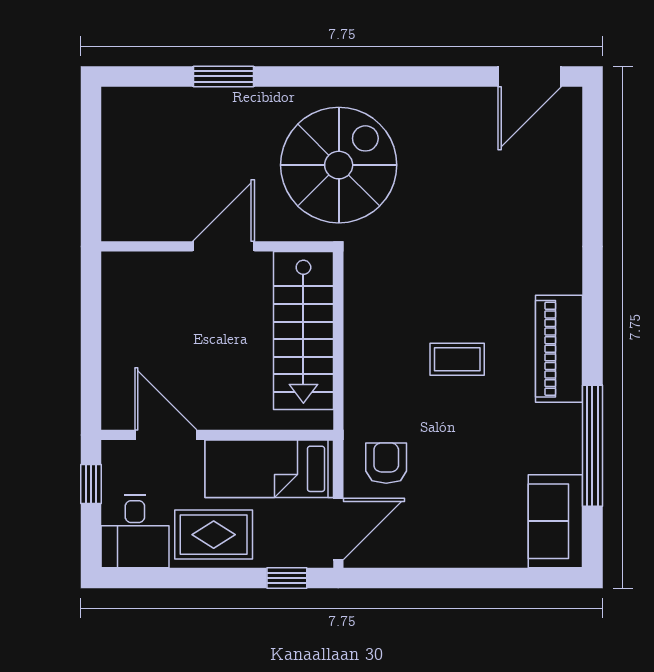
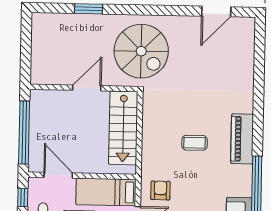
door: (530, 76) -> (216, 11), moved
spiral stairs: (339, 165) -> (141, 51), turned 90
window: (91, 345) -> (24, 132), added

